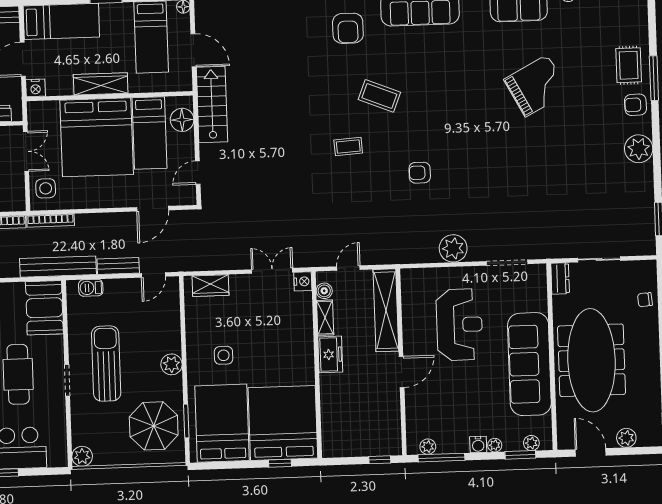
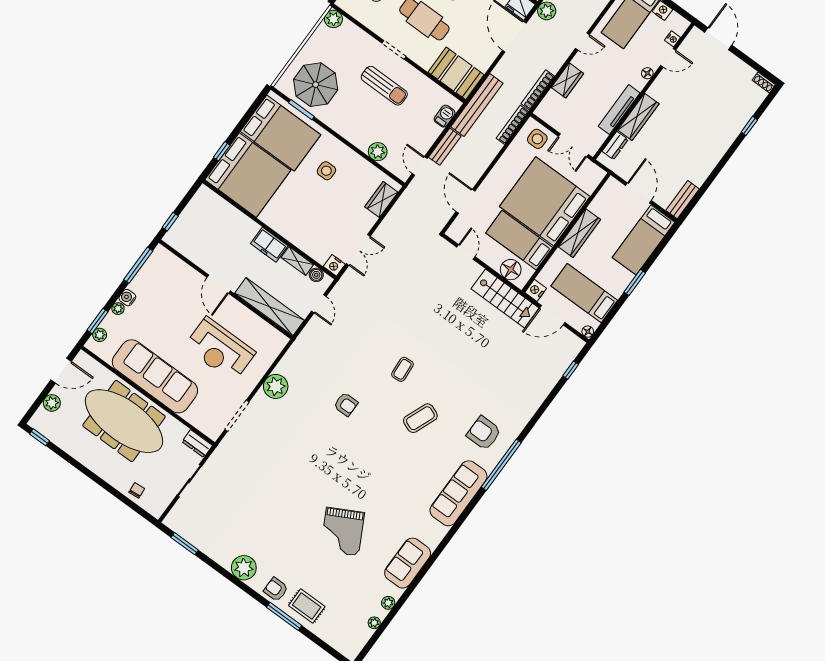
nightstand: (35, 88) -> (536, 290), moved
armchair: (635, 105) -> (276, 589), turned -88
armchair: (420, 173) -> (346, 404), turned 90
sun lounger: (106, 364) -> (384, 86), width x0.73, depth x0.75
plant: (171, 364) -> (378, 152), moved
plant: (428, 447) -> (153, 262), removed

